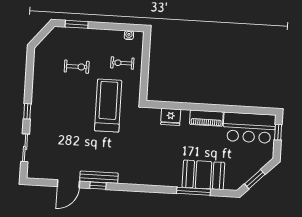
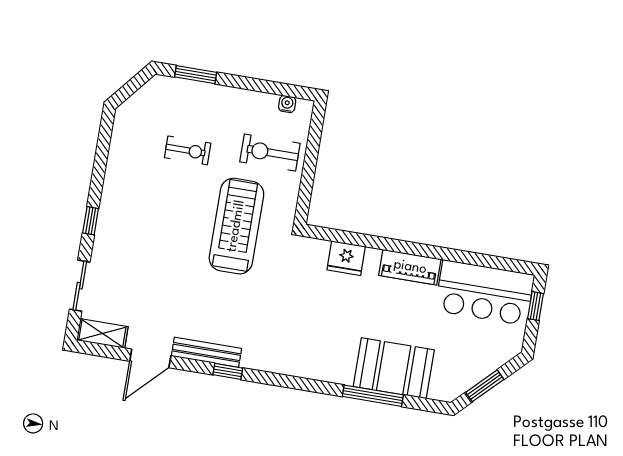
exercise bike: (122, 63) -> (270, 153), width x1.38, depth x1.39
shelving: (40, 173) -> (102, 334), added
window: (98, 186) -> (228, 371), moved

